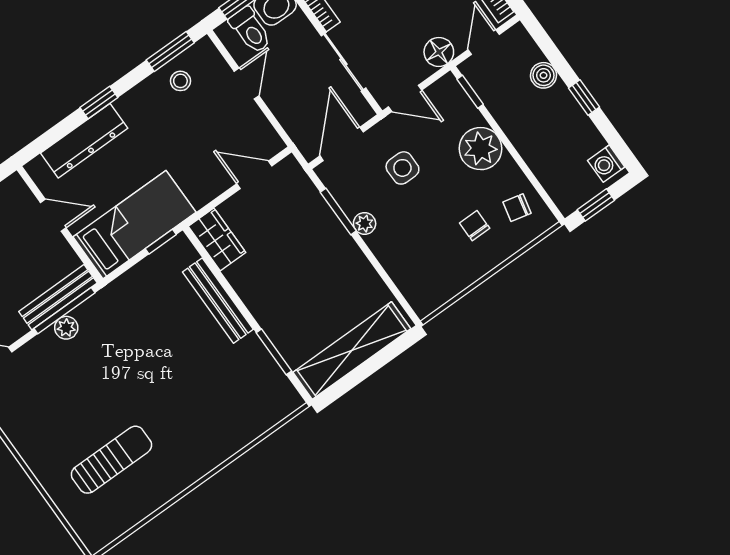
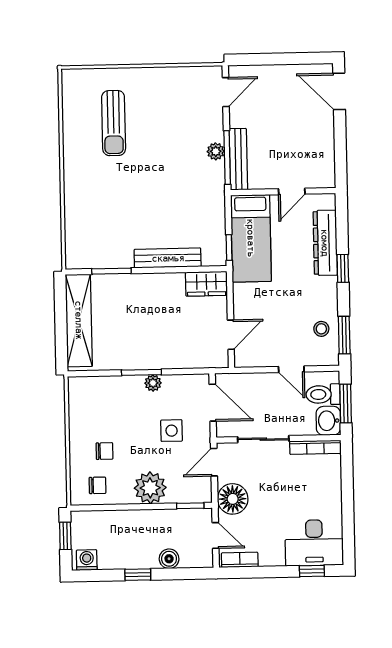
floor lamp: (439, 52) -> (233, 499), width x1.38, depth x1.38
chair: (517, 208) -> (98, 485), turned 77
window: (338, 212) -> (141, 372), moved

